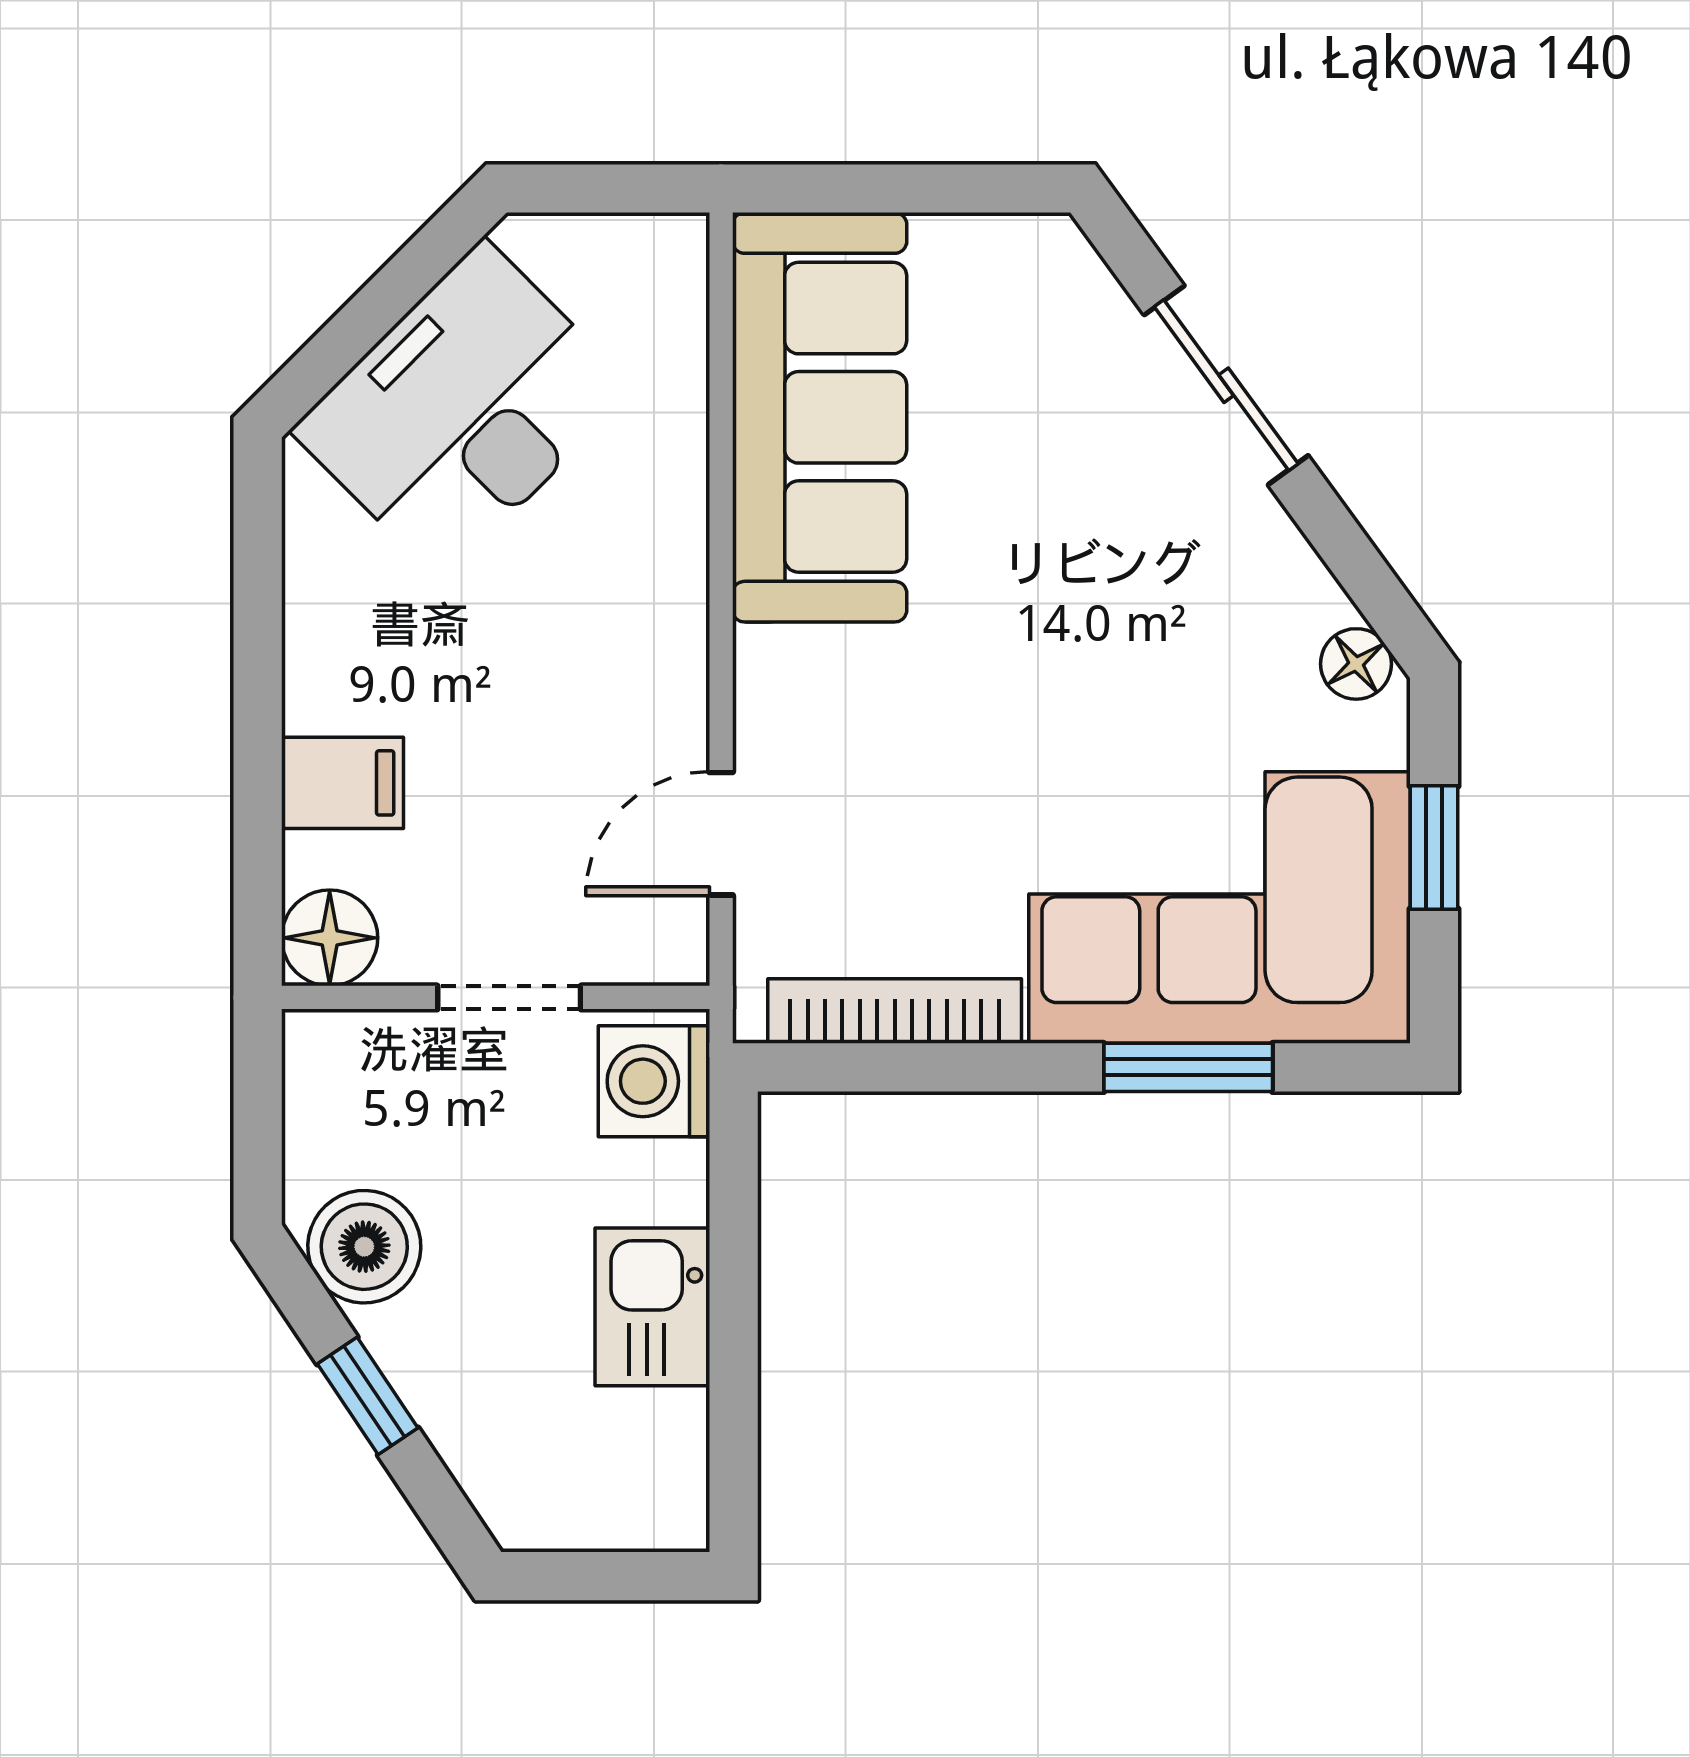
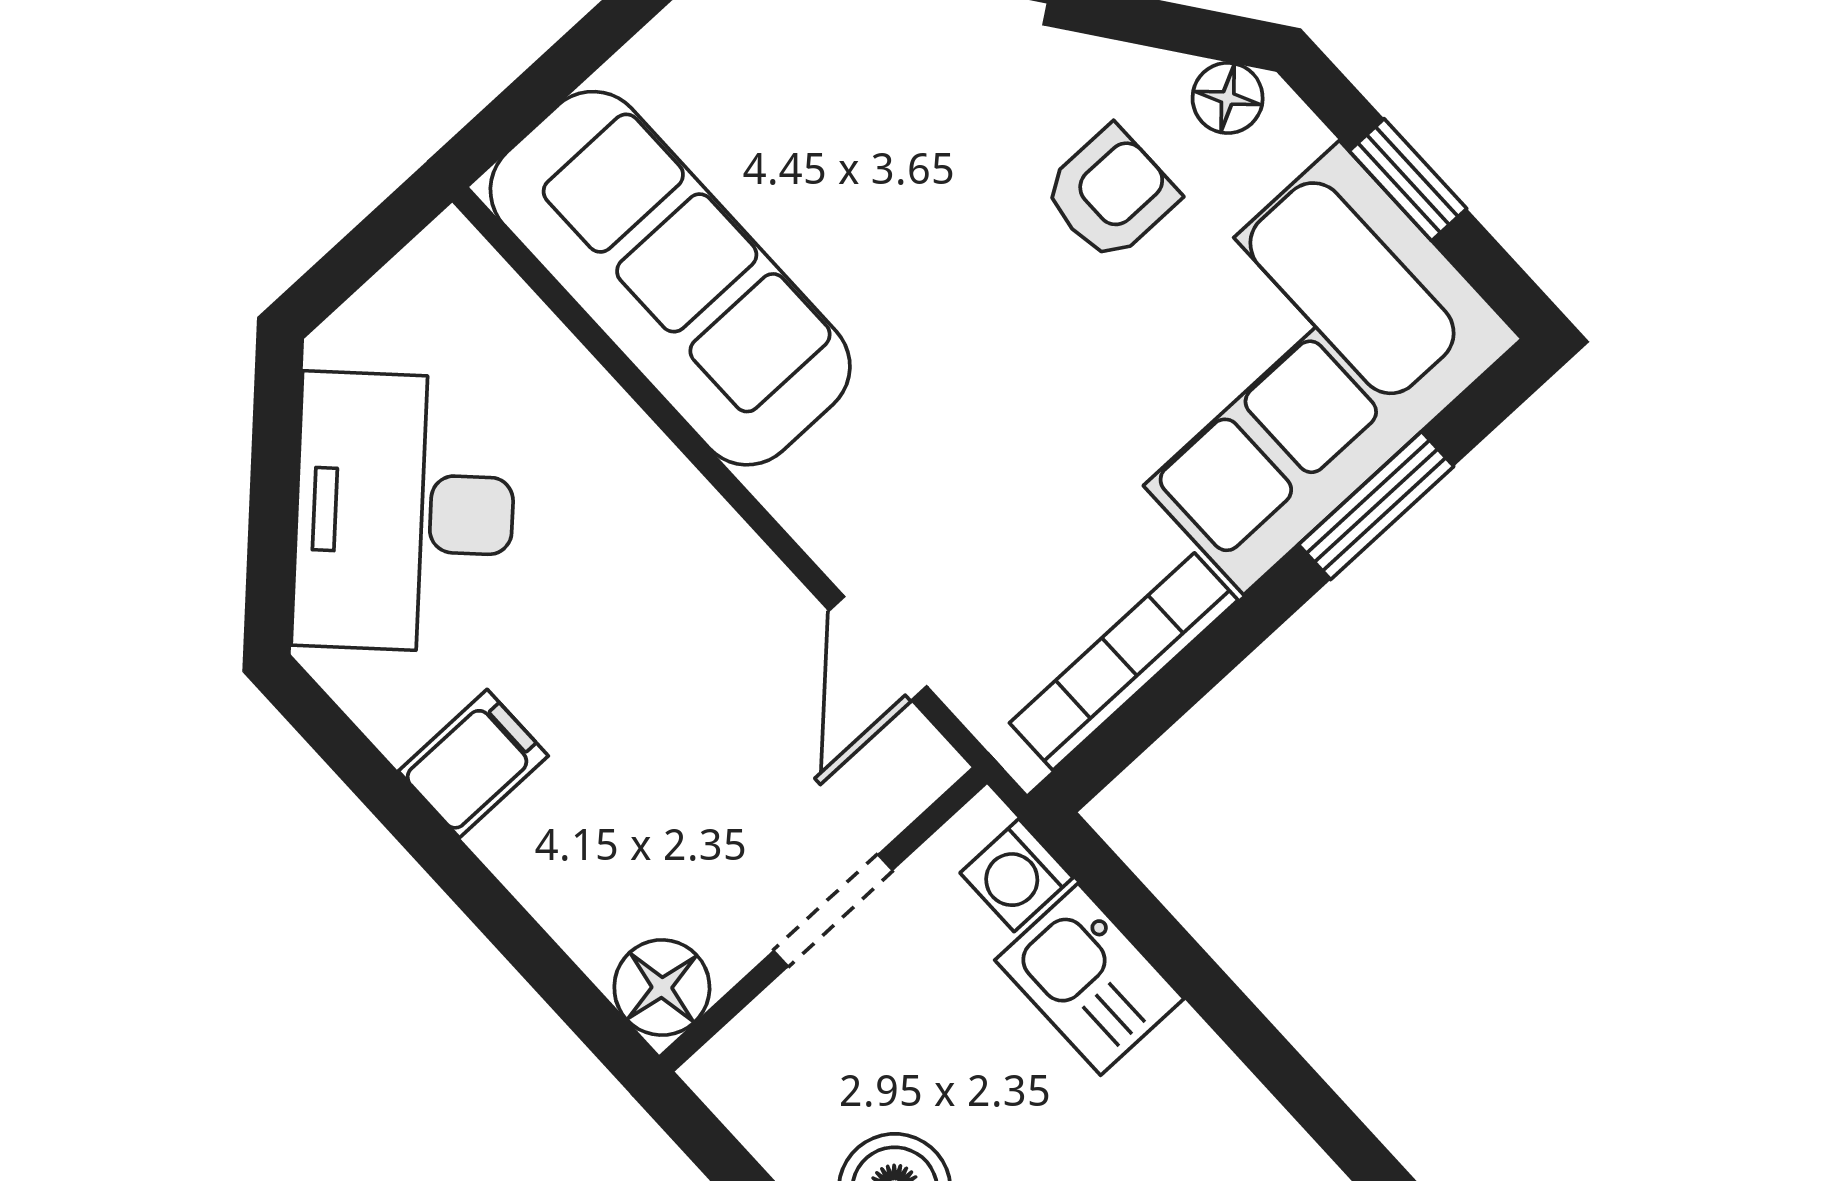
armchair: (1204, 655) -> (1110, 194), added
filing cabinet: (342, 783) -> (473, 764), moved
washing machine: (654, 1081) -> (1016, 875), width x0.73, depth x0.73
kitchen sink: (652, 1307) -> (1089, 979), moved

